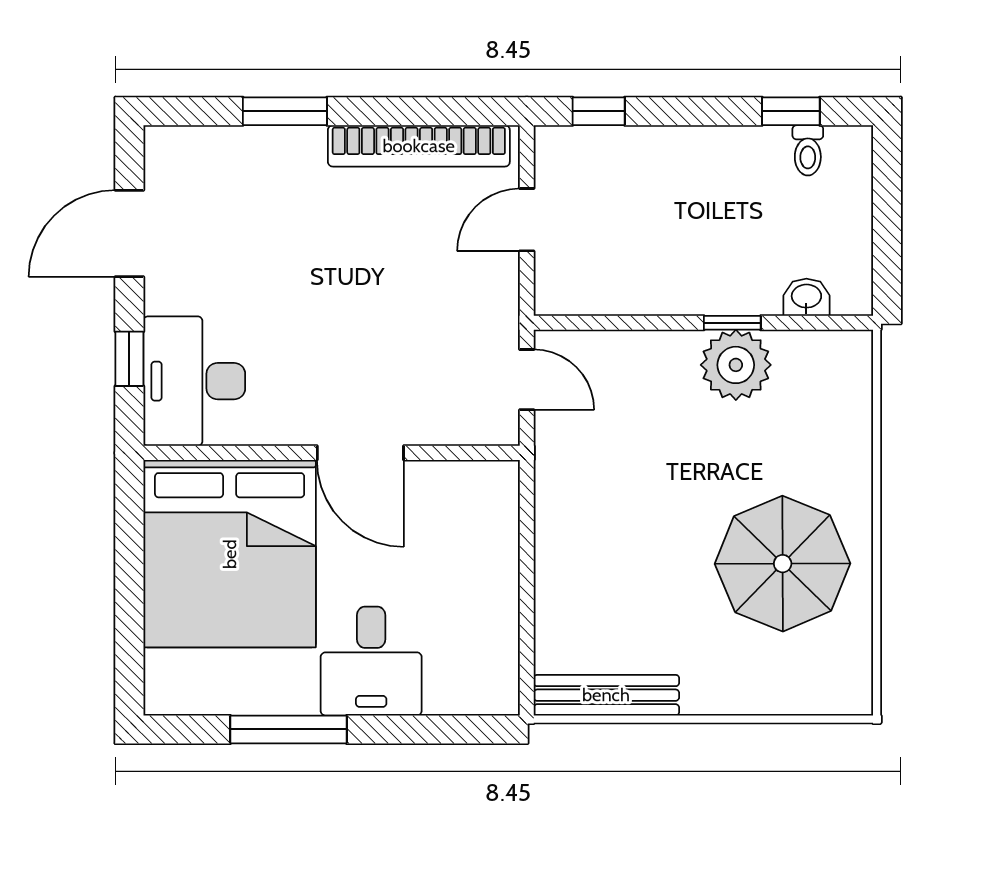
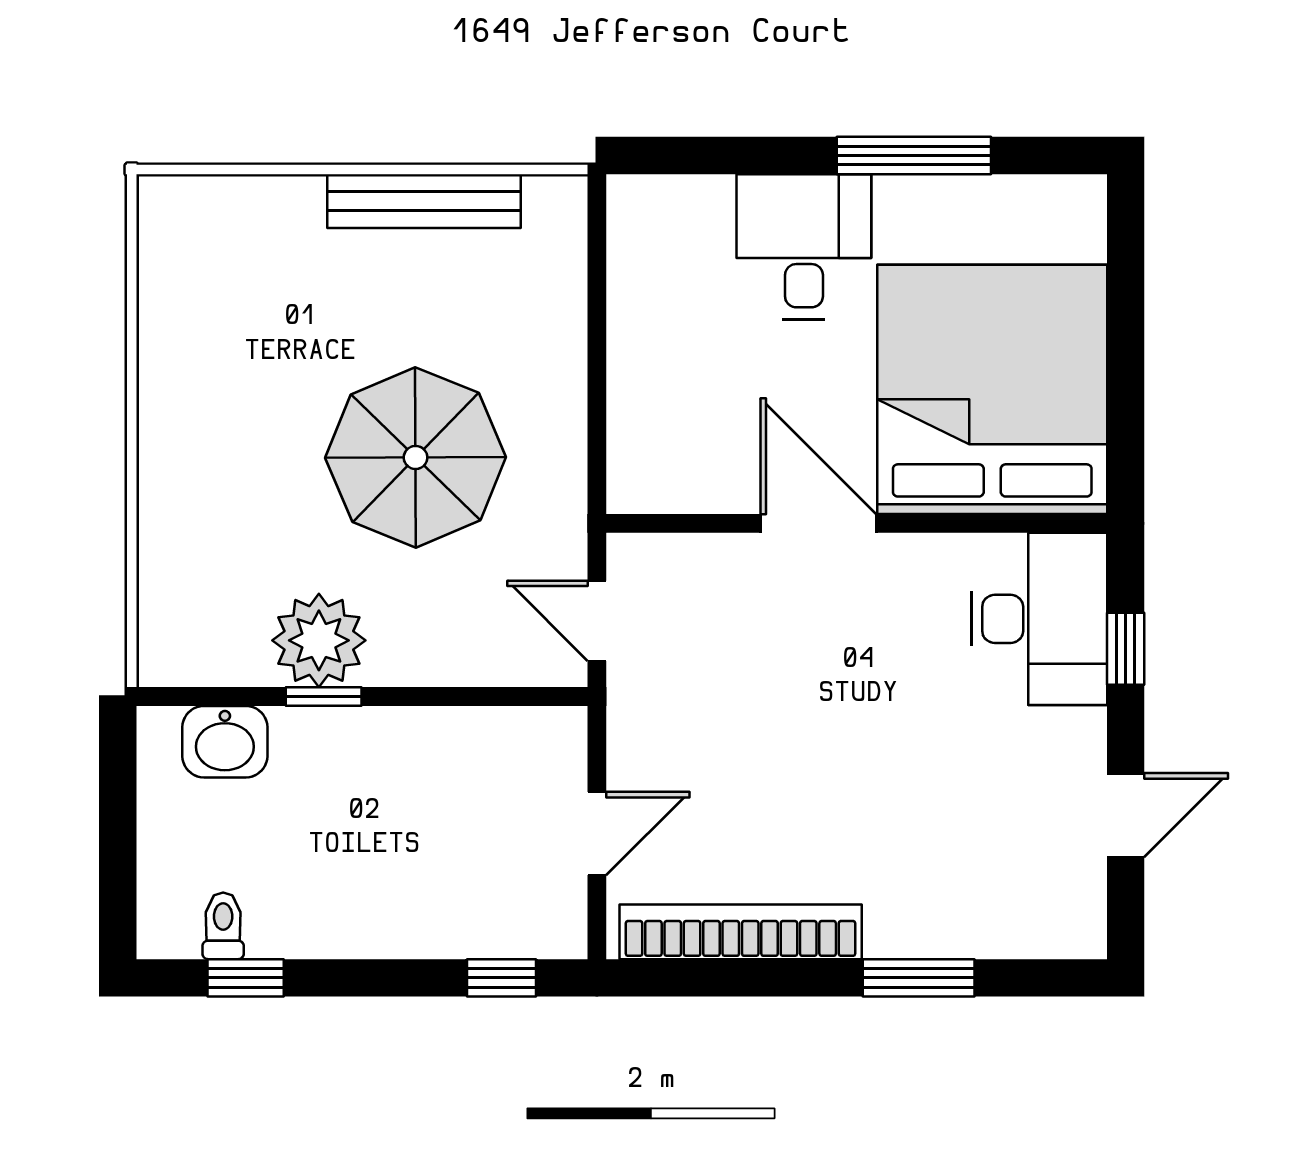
door: (129, 234) -> (1126, 815), width x0.73
washbasin: (806, 297) -> (225, 742), width x1.38, depth x1.45
parasol: (783, 564) -> (416, 457), moved
bench: (606, 695) -> (424, 201), moved

